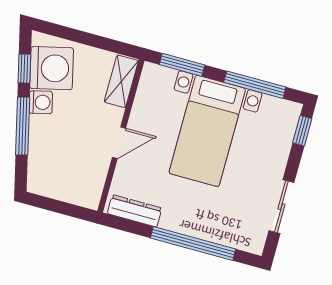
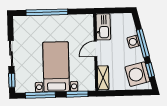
washing machine: (41, 102) -> (134, 42), moved
kitchen sink: (91, 181) -> (103, 27), added
sliding door: (281, 207) -> (11, 53), moved
dresser: (135, 211) -> (79, 19), removed

